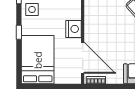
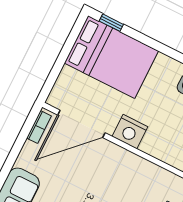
window: (19, 32) -> (111, 23), moved

